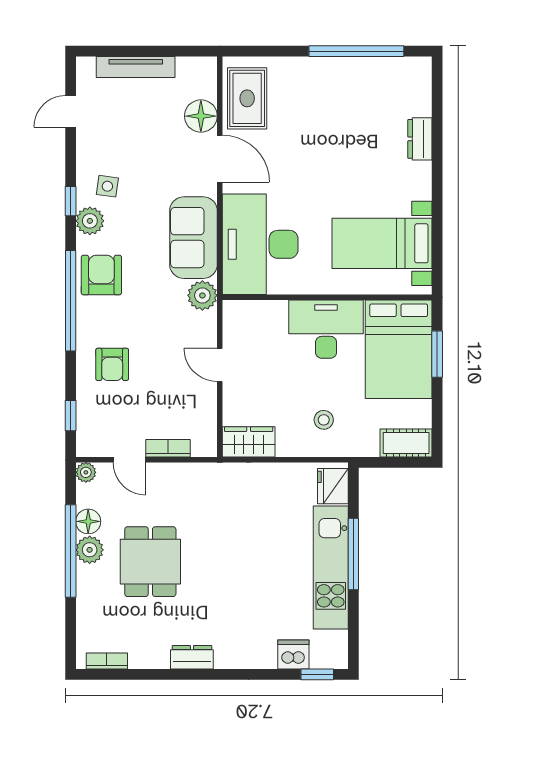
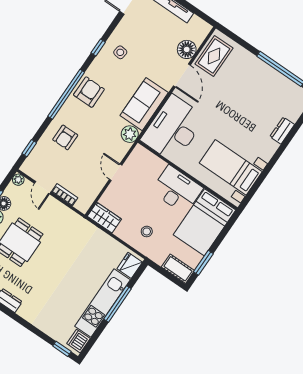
plant: (90, 221) -> (101, 63), removed
window: (437, 354) -> (203, 263), moved
dishwasher: (293, 655) -> (78, 341), moved, turned -90

